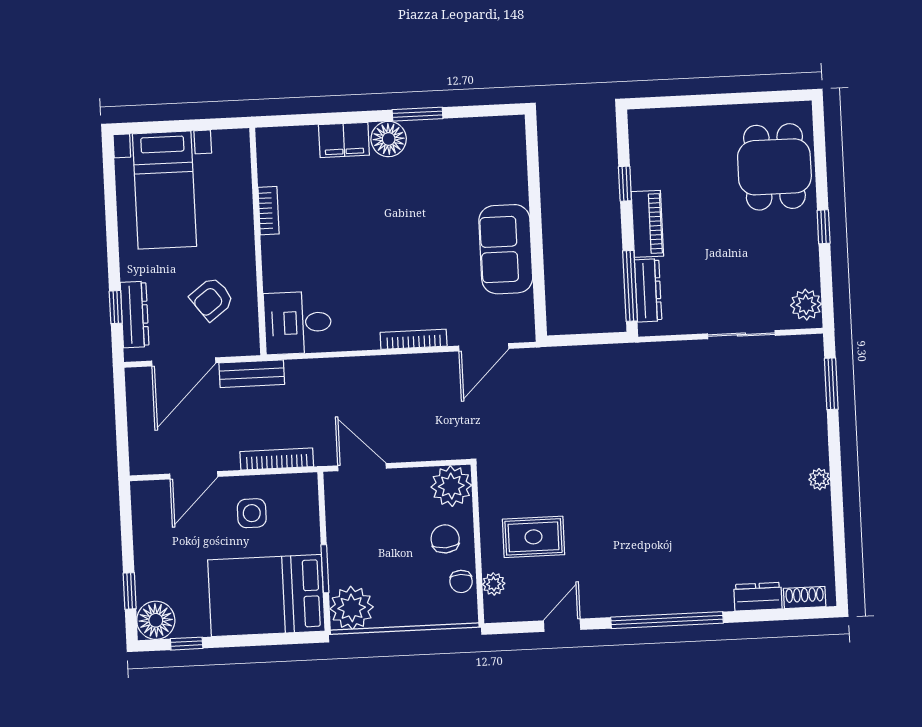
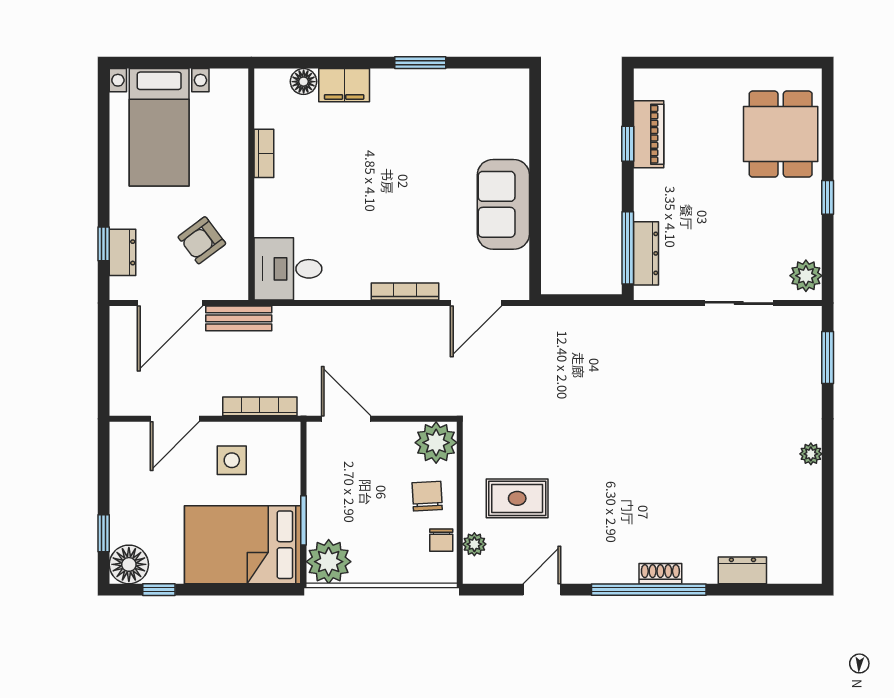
floor lamp: (389, 139) -> (304, 82), moved, width x0.73, depth x0.73
piano: (647, 224) -> (649, 134), moved
dresser: (135, 314) -> (123, 252), width x0.70
shoe rack: (805, 598) -> (660, 574), moved

